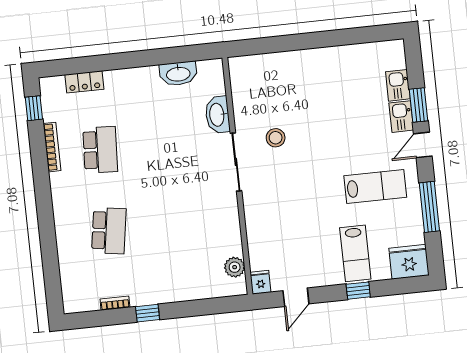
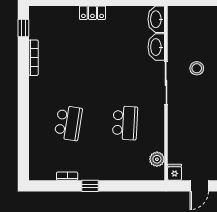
washbasin: (178, 74) -> (156, 19), moved, turned 90
locker: (84, 82) -> (92, 13), moved
school desk: (100, 150) -> (125, 123), moved

